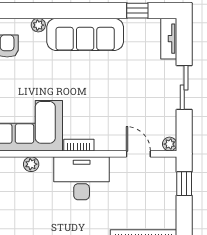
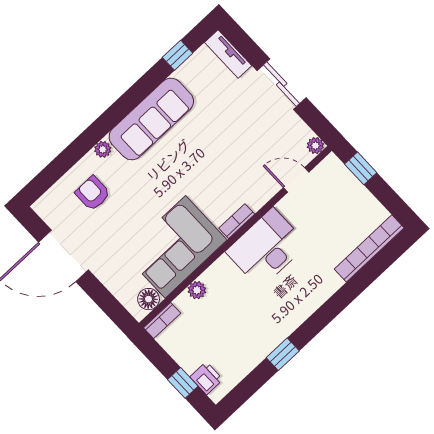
plant: (31, 164) -> (197, 290), moved

